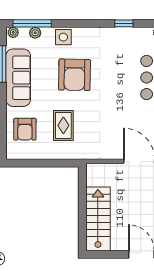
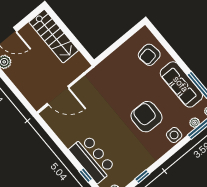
rug: (63, 125) -> (126, 78), removed
armchair: (25, 129) -> (149, 55), turned -99

